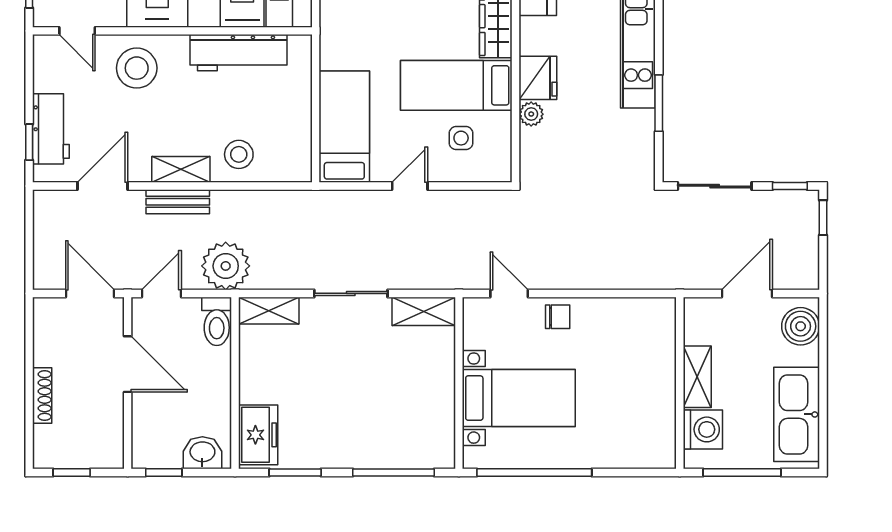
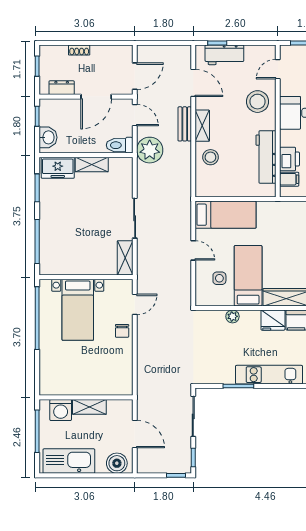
fridge: (538, 78) -> (273, 320), moved
shelving: (269, 311) -> (92, 164), moved, turned 90
shoe rack: (42, 396) -> (79, 50), width x0.70
dresser: (111, 428) -> (62, 88), added

